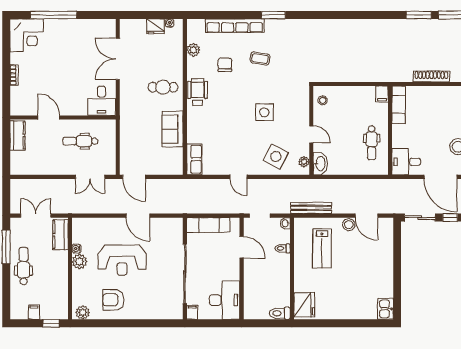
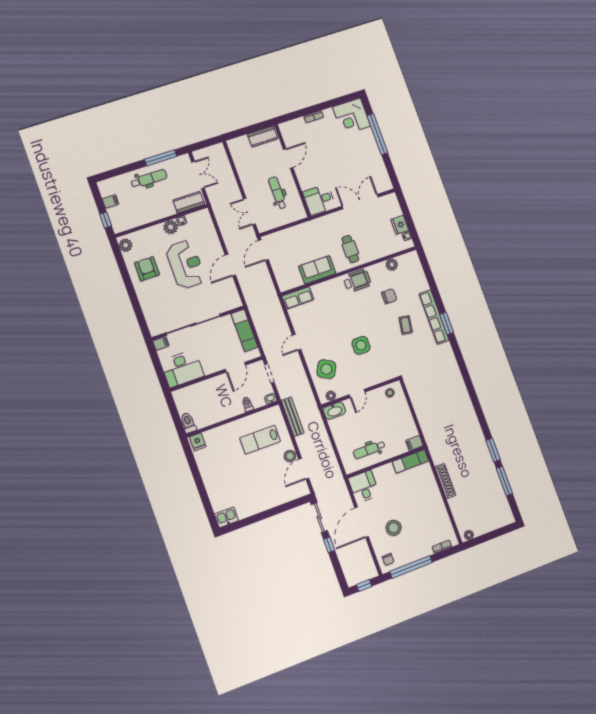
row of seats: (235, 26) -> (434, 317), moved
reception desk: (122, 260) -> (186, 264), turned 180
fridge: (304, 305) -> (198, 442), width x0.53, depth x0.75

